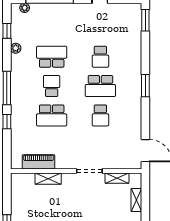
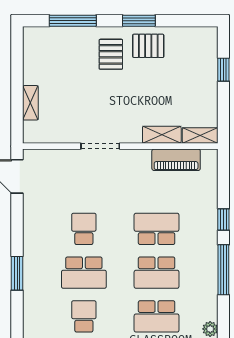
school desk: (52, 86) -> (157, 273), width x1.85
school desk: (100, 86) -> (84, 273), turned 180
shelving: (117, 178) -> (200, 135), moved

